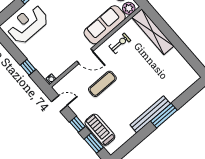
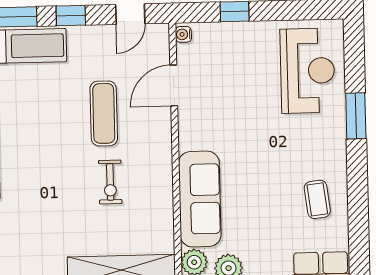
exercise bike: (120, 43) -> (110, 182), moved
door: (85, 56) -> (174, 85), moved

